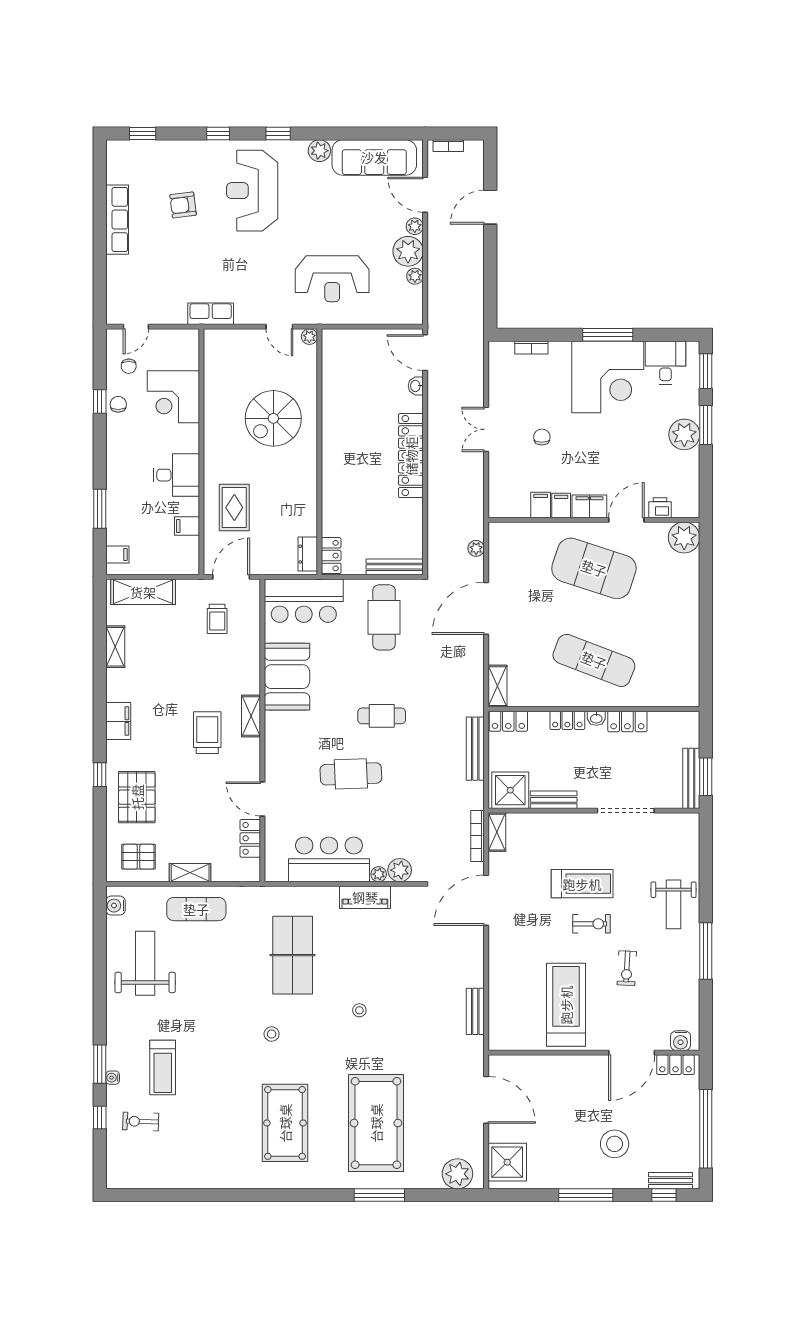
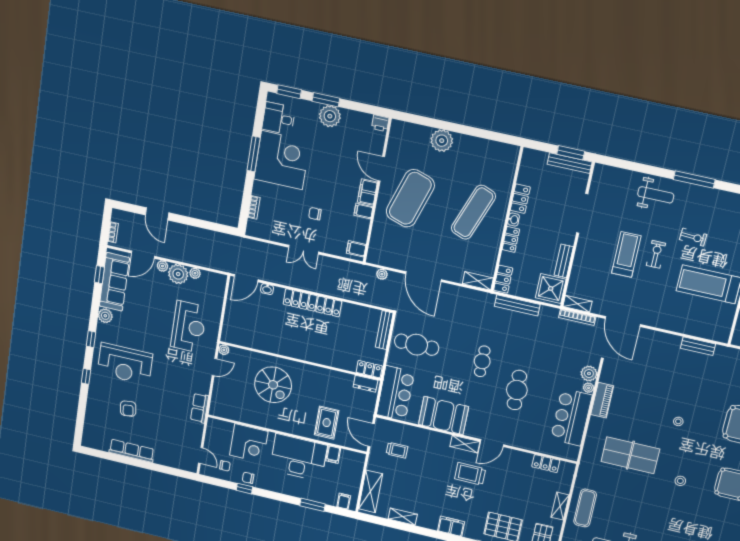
window: (143, 133) -> (99, 275), moved
desk: (176, 475) -> (298, 458), width x1.87, depth x1.30
filing cabinet: (541, 505) -> (356, 249), moved
rug: (234, 508) -> (327, 423), turned 90
printer: (660, 508) -> (380, 123), moved, turned -90
plant: (684, 538) -> (442, 141), moved
door: (262, 799) -> (492, 443), moved

